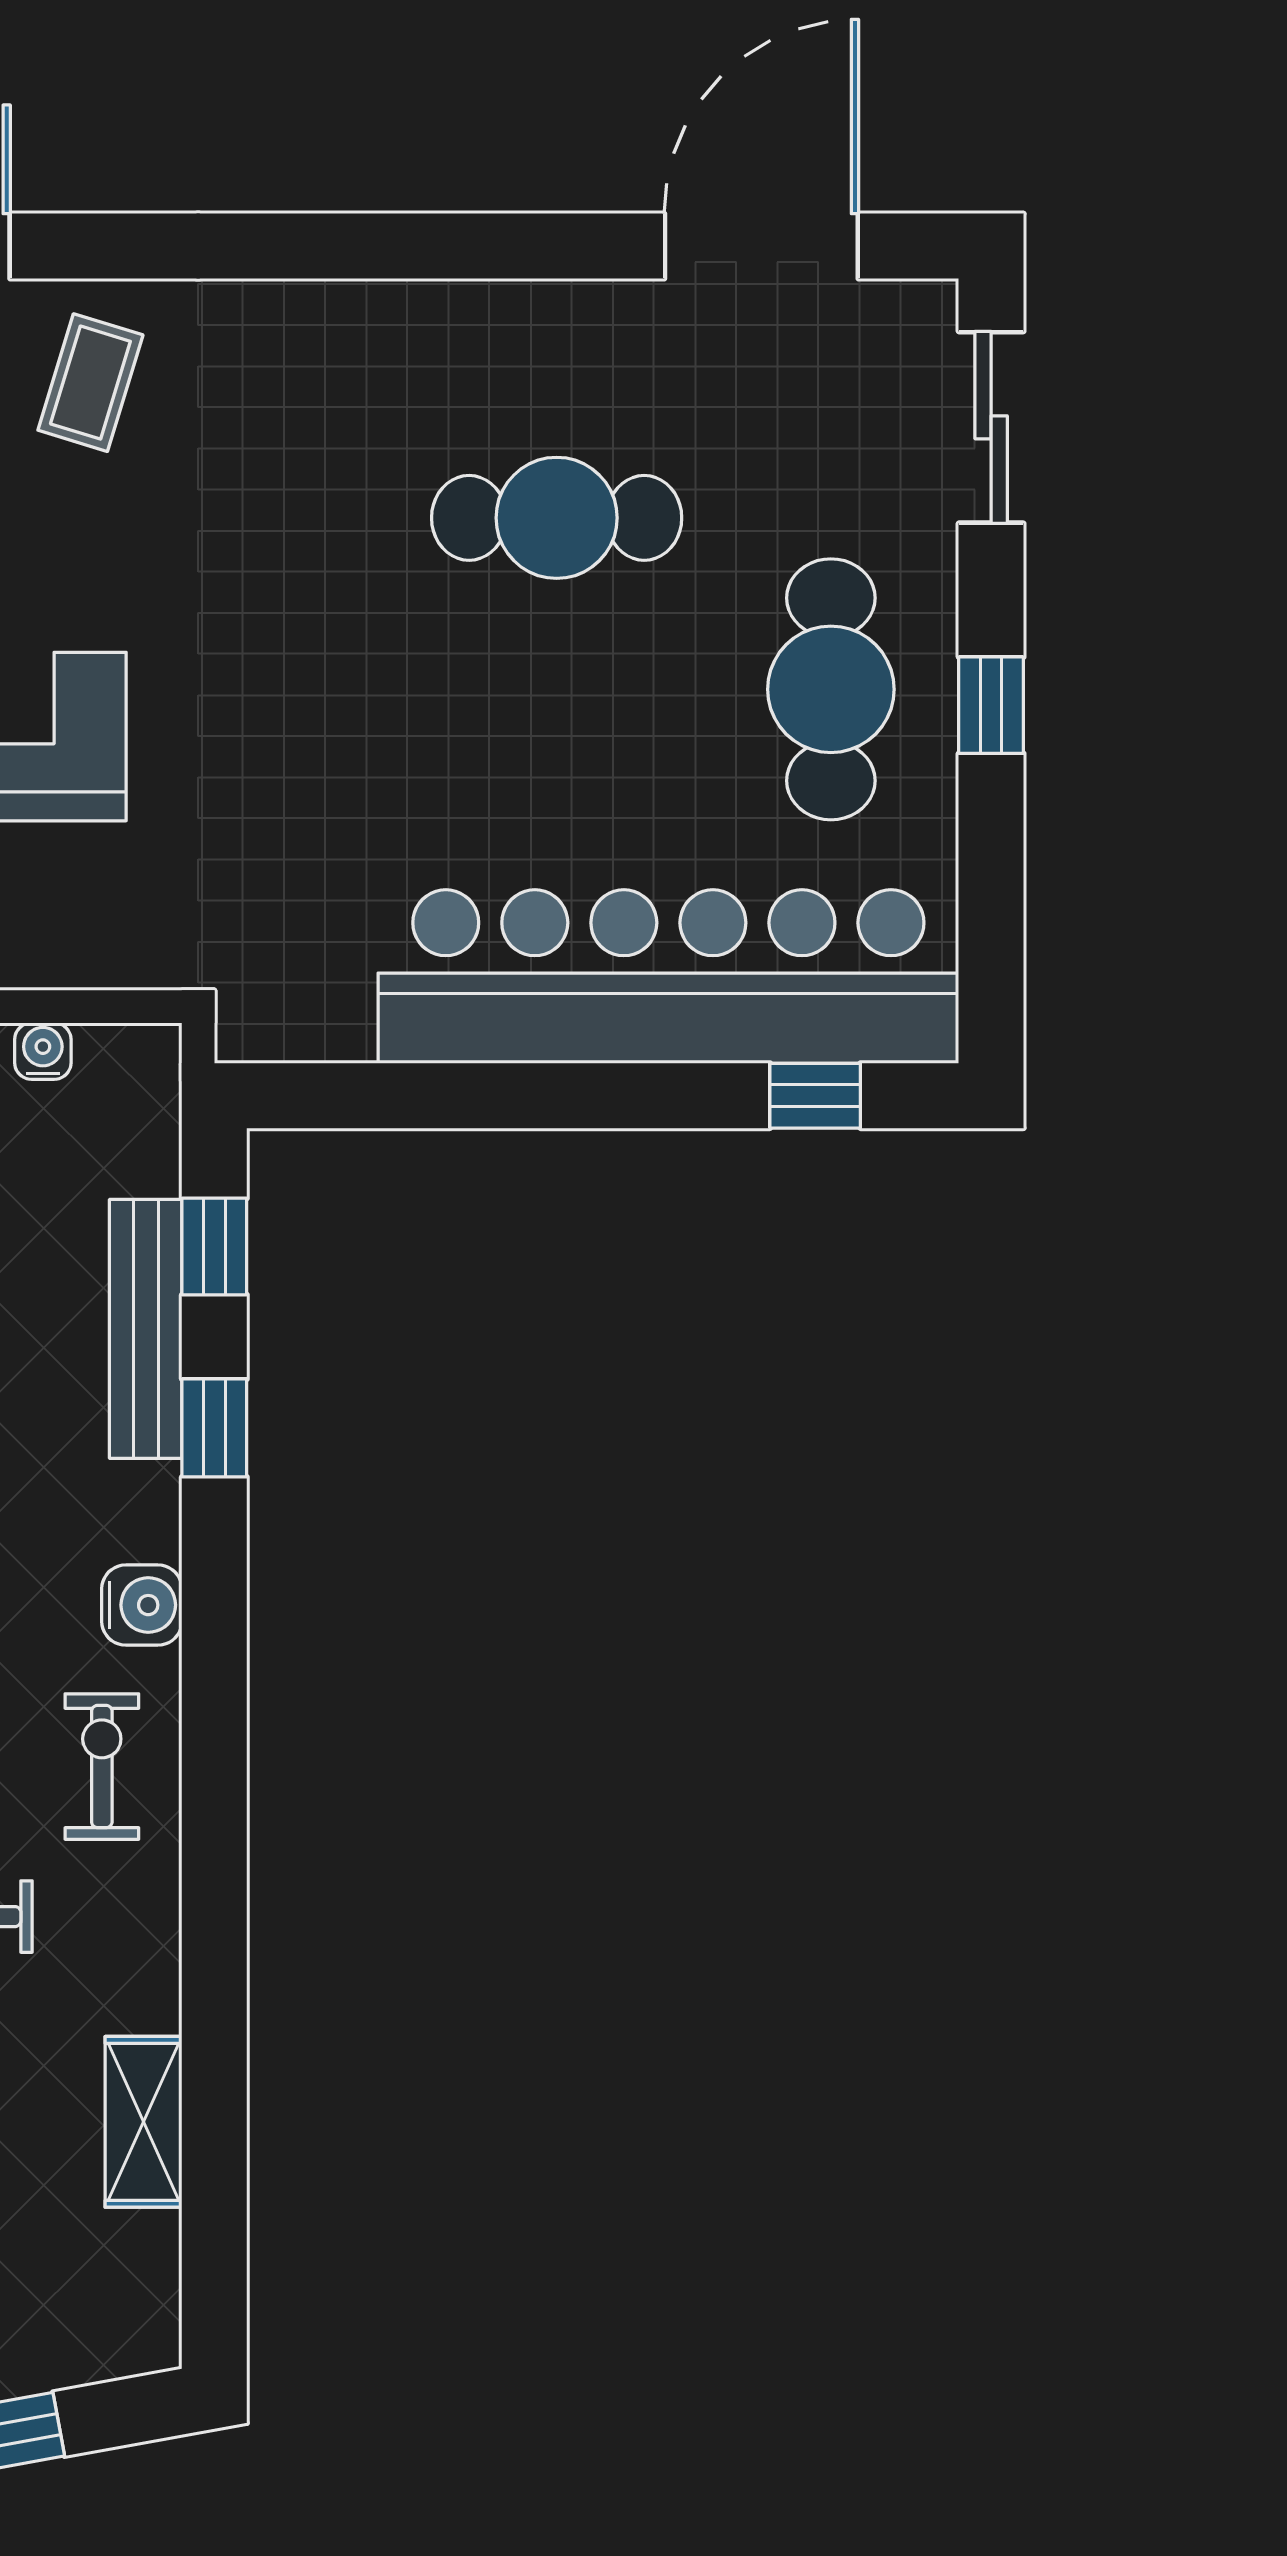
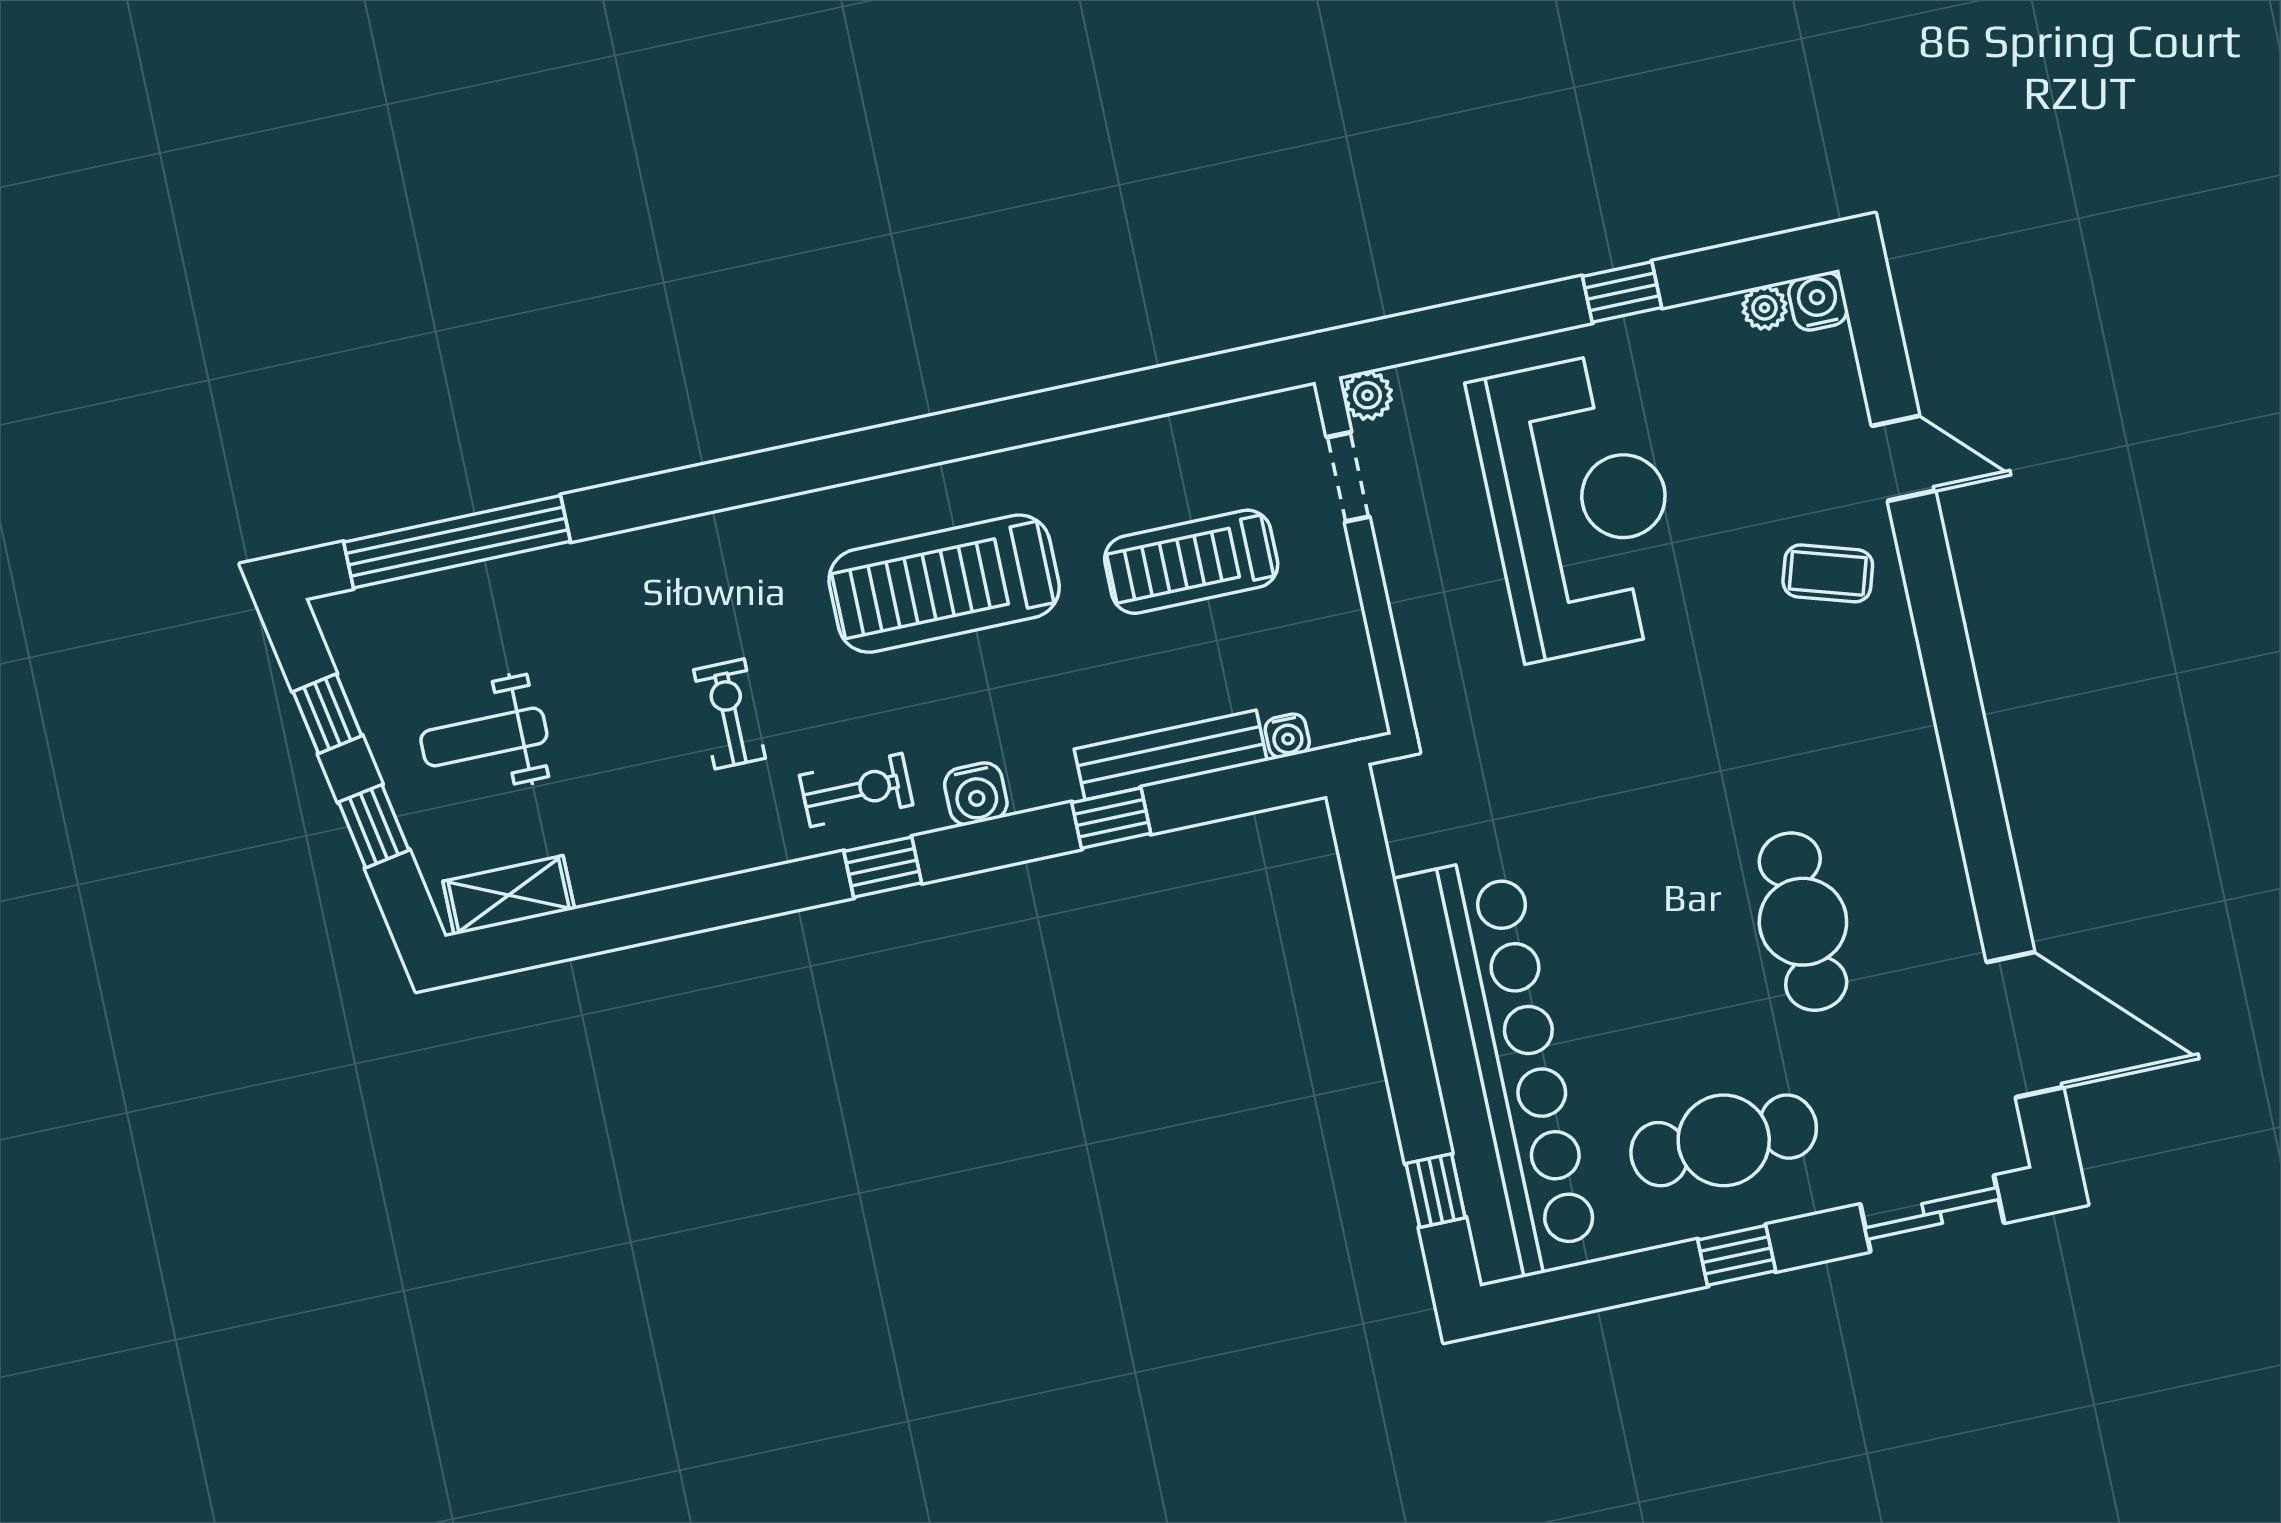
water cooler: (43, 1051) -> (1287, 736), moved, turned 90
window: (214, 1246) -> (883, 867), moved
shelving: (144, 2122) -> (509, 895), moved

